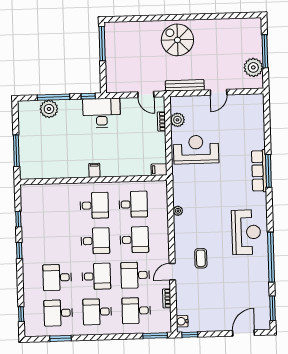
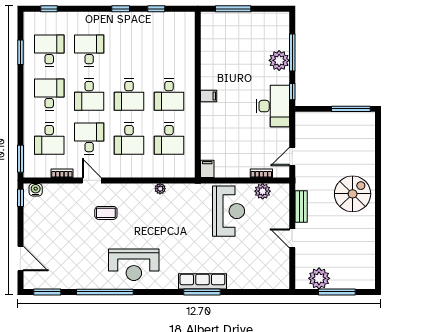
bench: (185, 85) -> (301, 206), width x0.73
plant: (49, 109) -> (279, 60), moved
desk: (136, 311) -> (49, 139), turned 180

